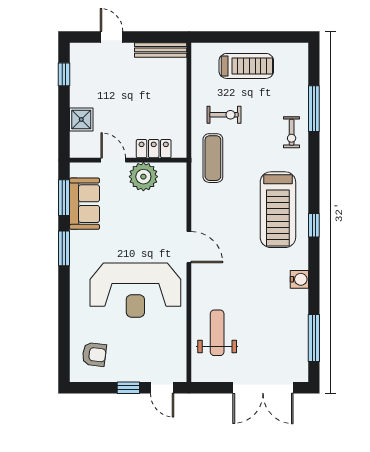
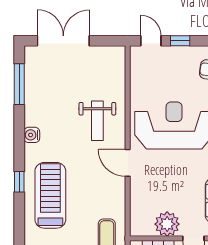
weight bench: (217, 333) -> (97, 121), moved

